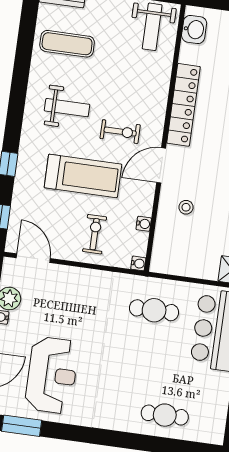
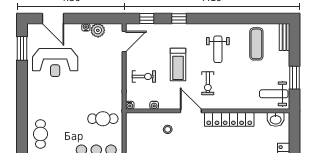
treadmill: (83, 176) -> (178, 65), width x0.73, depth x0.73
cafe table: (154, 310) -> (103, 119), turned 90

